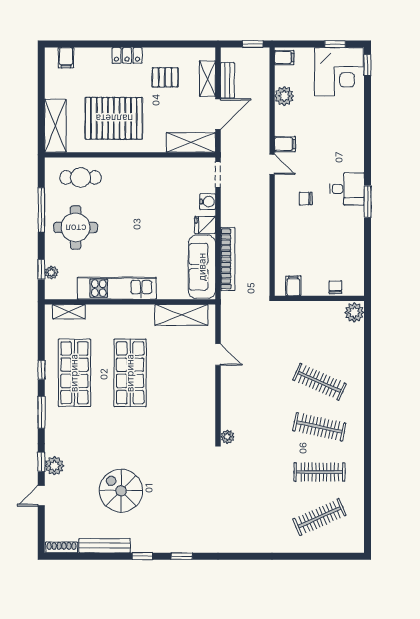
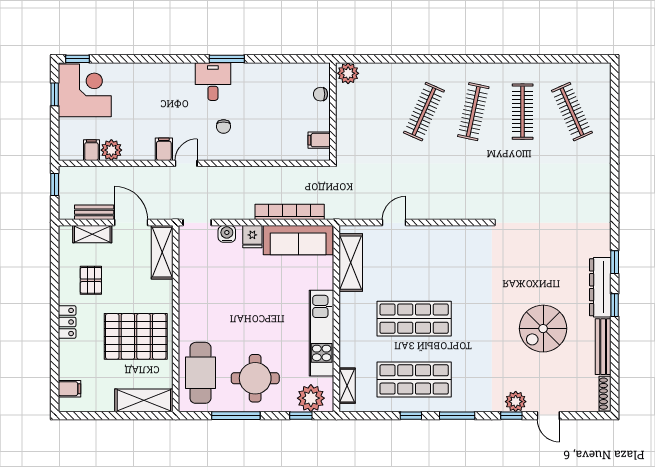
filing cabinet: (284, 57) -> (91, 150), moved
pallet: (114, 118) -> (136, 336), turned 90
cafe table: (81, 177) -> (200, 373), width x1.37, depth x1.35
plant: (51, 273) -> (311, 398), width x1.88, depth x1.88
plant: (227, 437) -> (484, 212), removed
dresser: (159, 543) -> (600, 287), added

